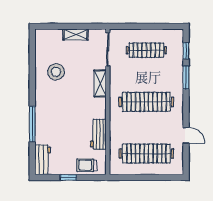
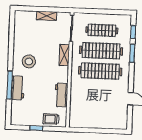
stool: (56, 72) -> (29, 61), moved
clothes rail: (146, 154) -> (101, 51), moved
workbench: (43, 160) -> (18, 88), moved

